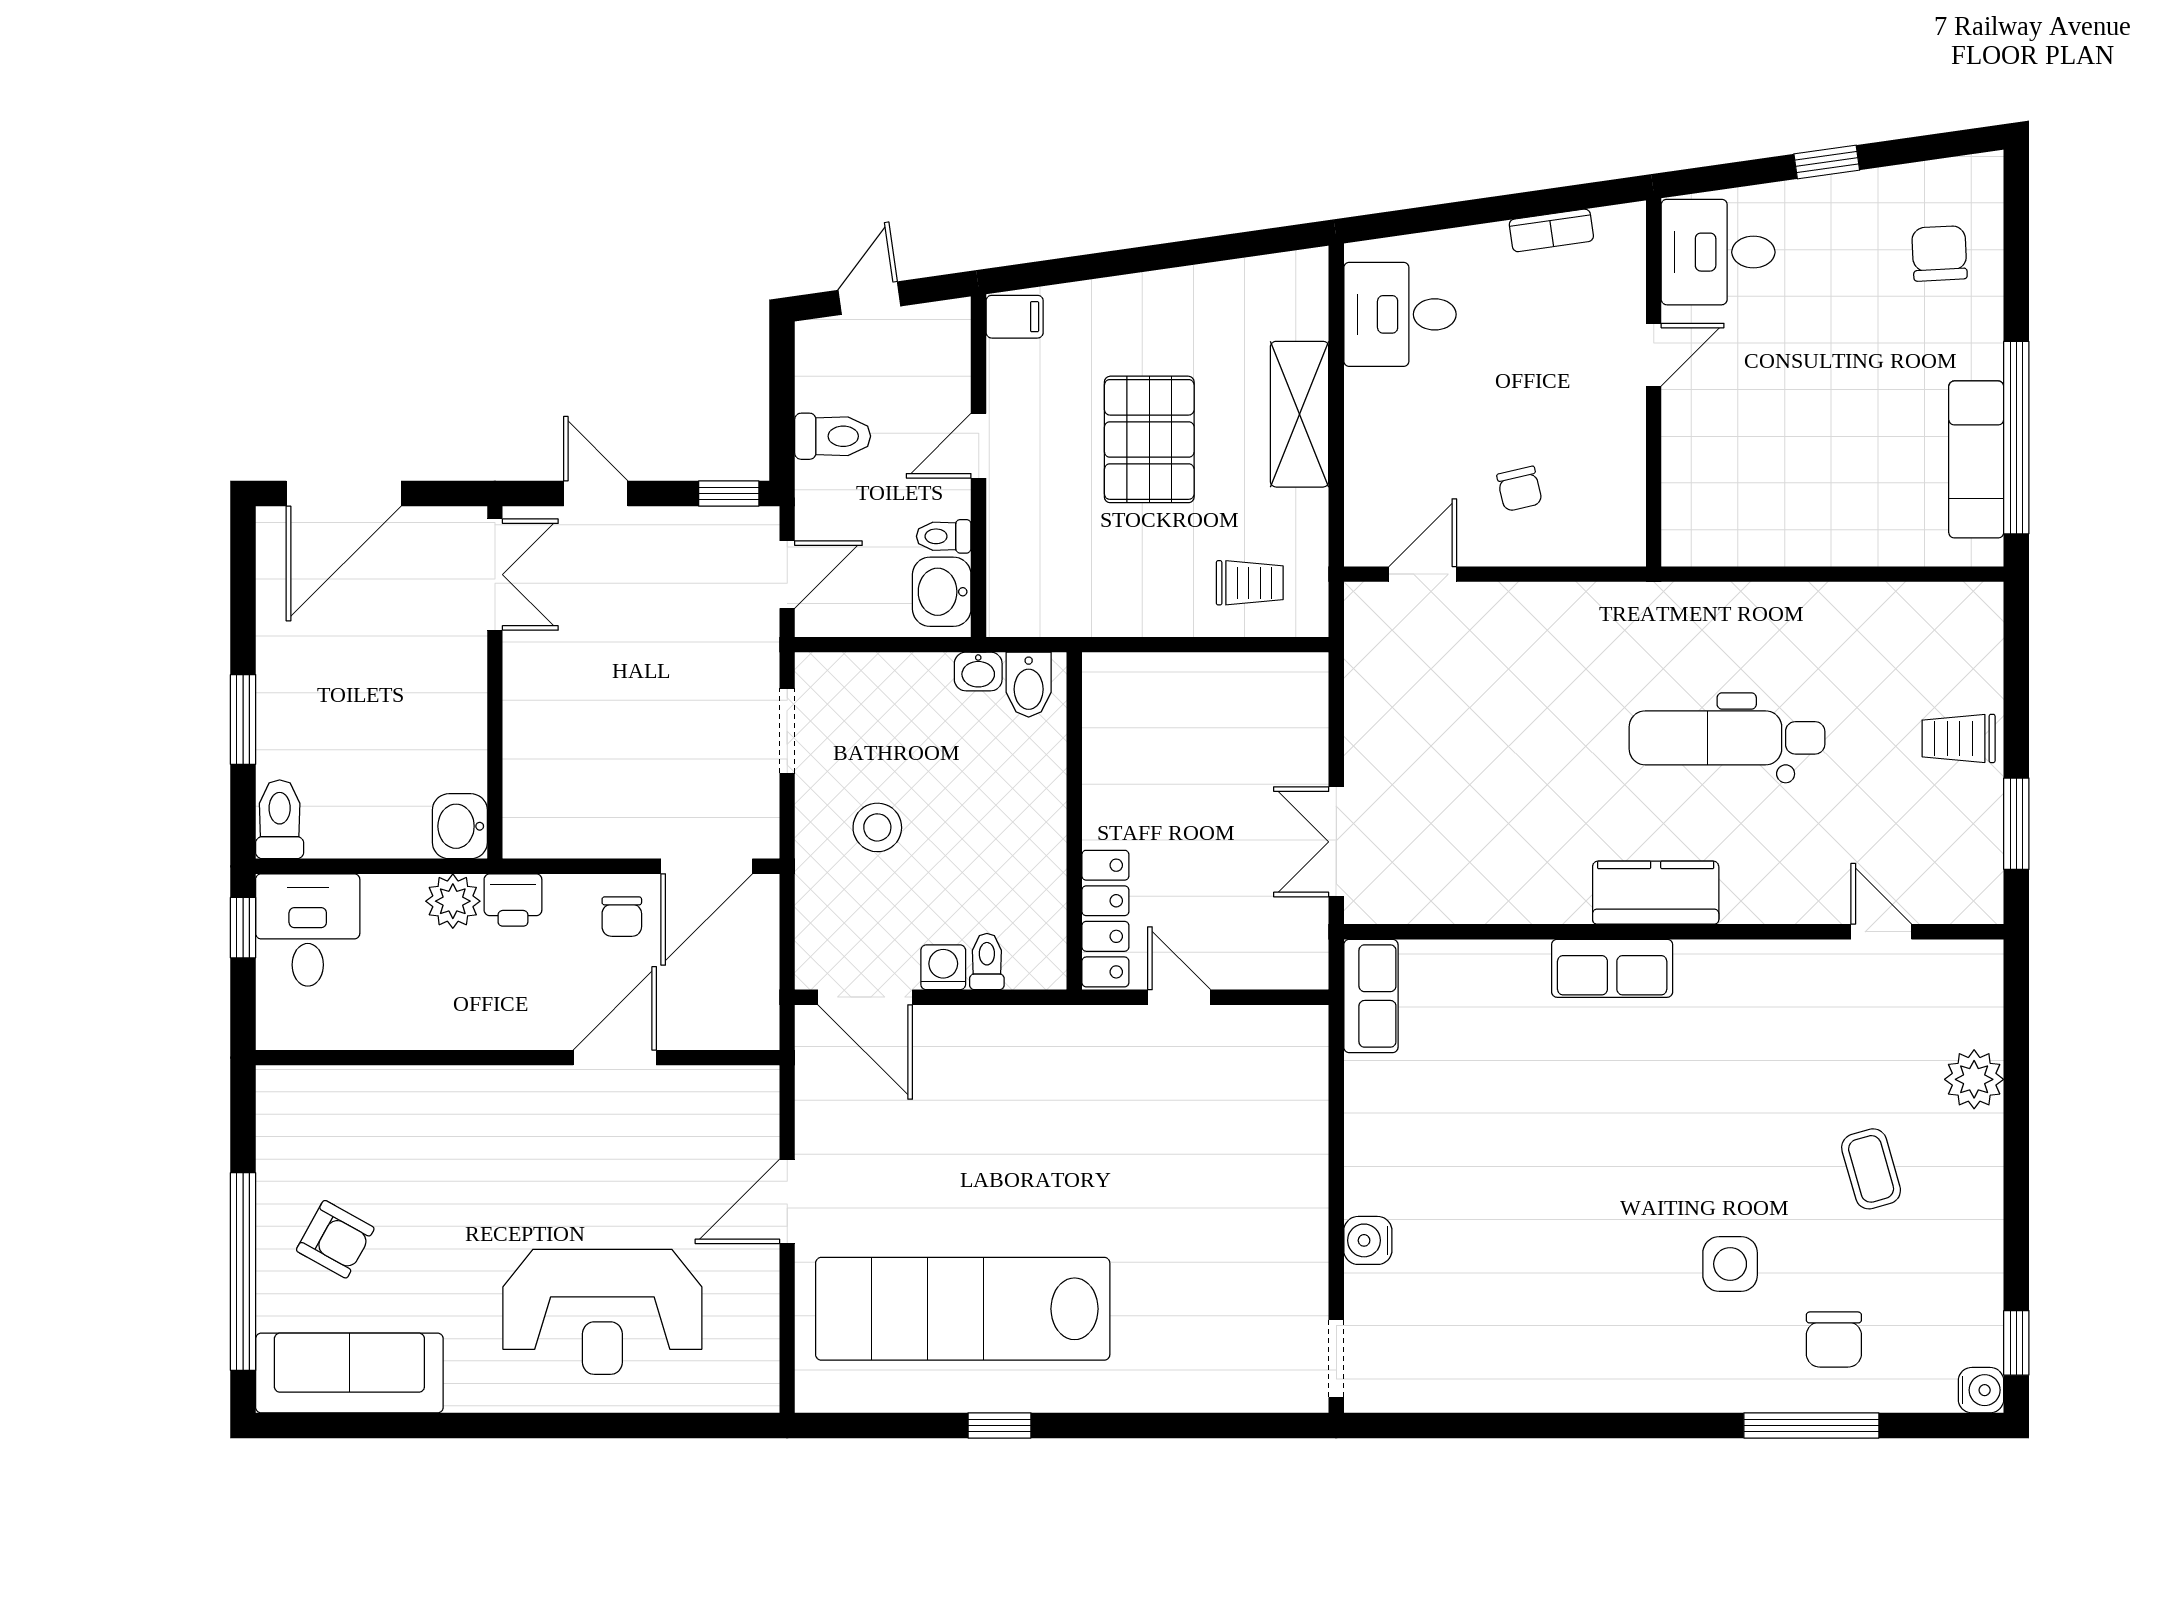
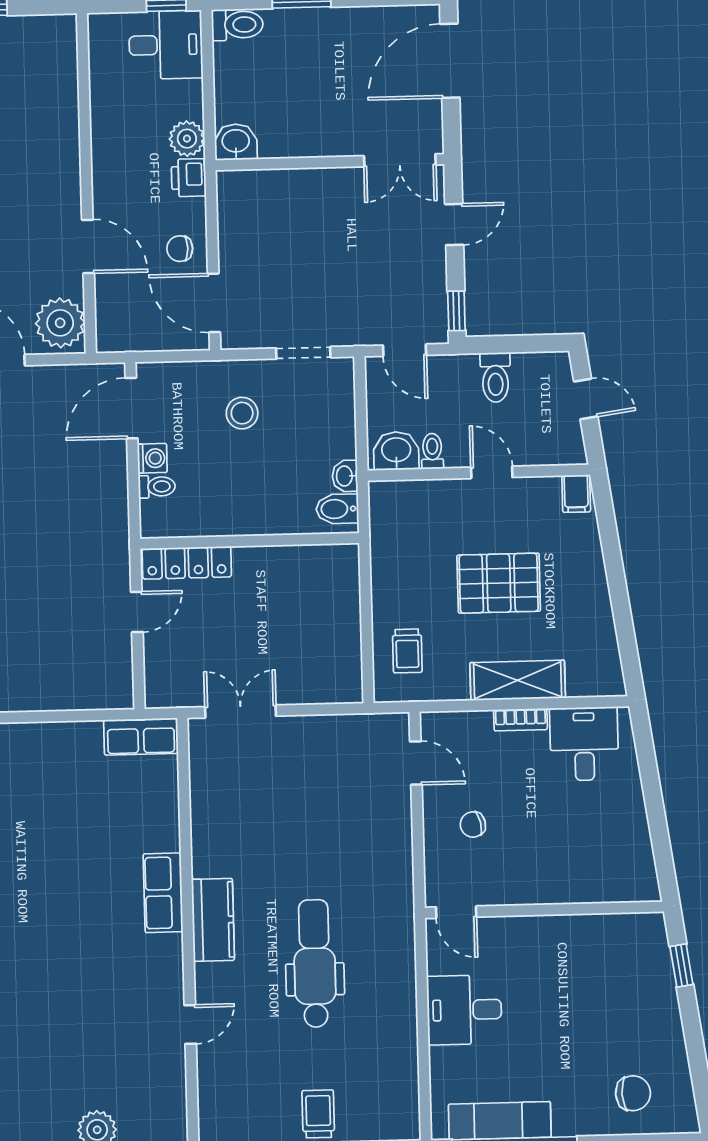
window: (1827, 162) -> (681, 965), moved
bookcase: (1551, 230) -> (521, 720), moved, turned -82
desk: (1718, 252) -> (464, 1010), moved, turned -90
door: (1654, 355) -> (456, 912), moved
door: (344, 493) -> (450, 61), hinge flipped
door: (1881, 932) -> (190, 1024), moved
plant: (731, 1104) -> (60, 323), added
coffee table: (1871, 1169) -> (37, 1064), removed

